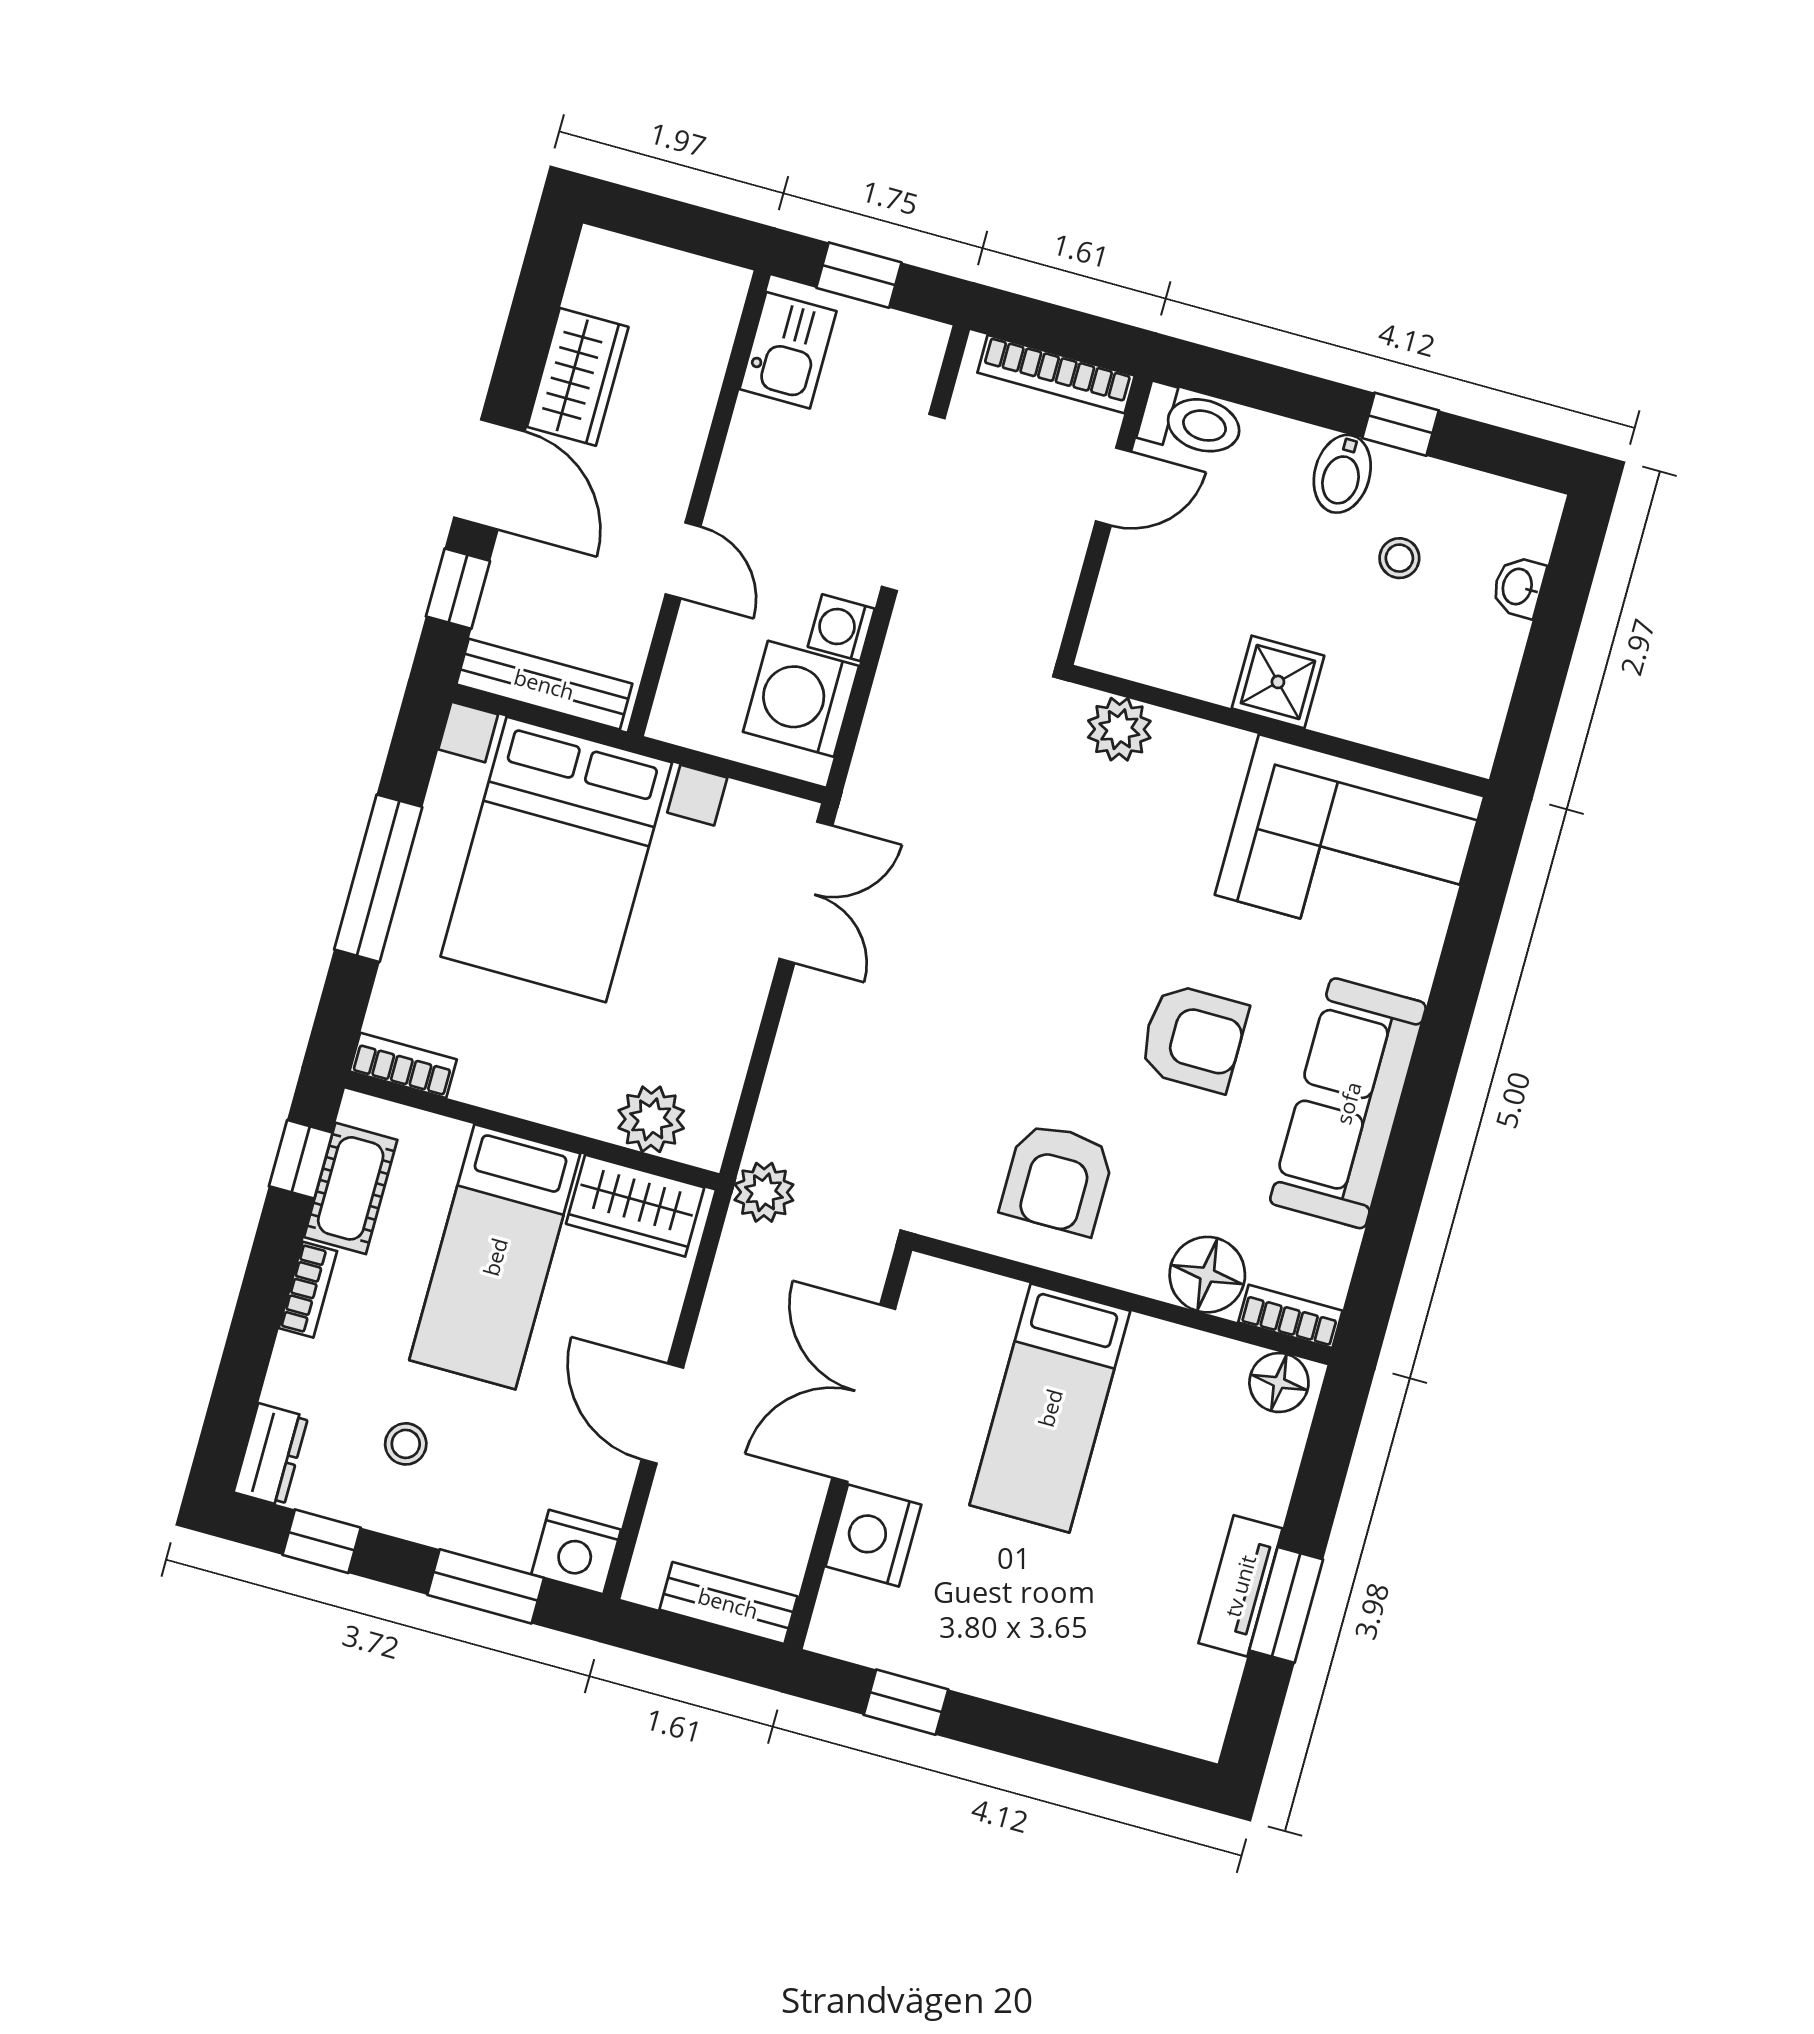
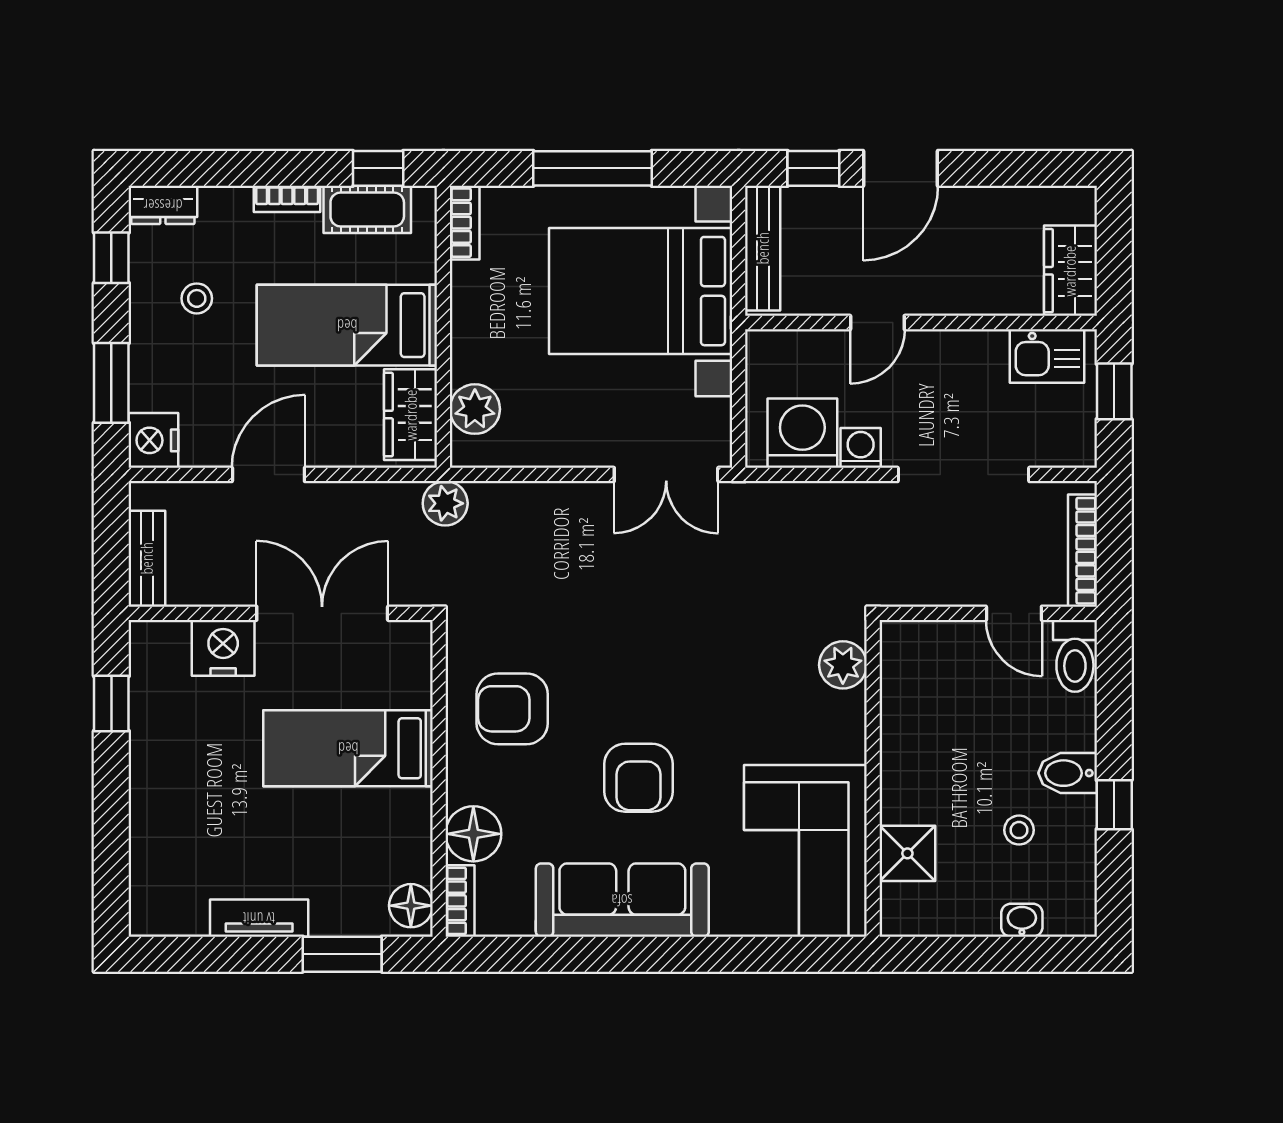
wardrobe: (578, 377) -> (1070, 271), moved, turned 90
shower: (1278, 682) -> (907, 853), moved
window: (1286, 1605) -> (342, 954), moved

